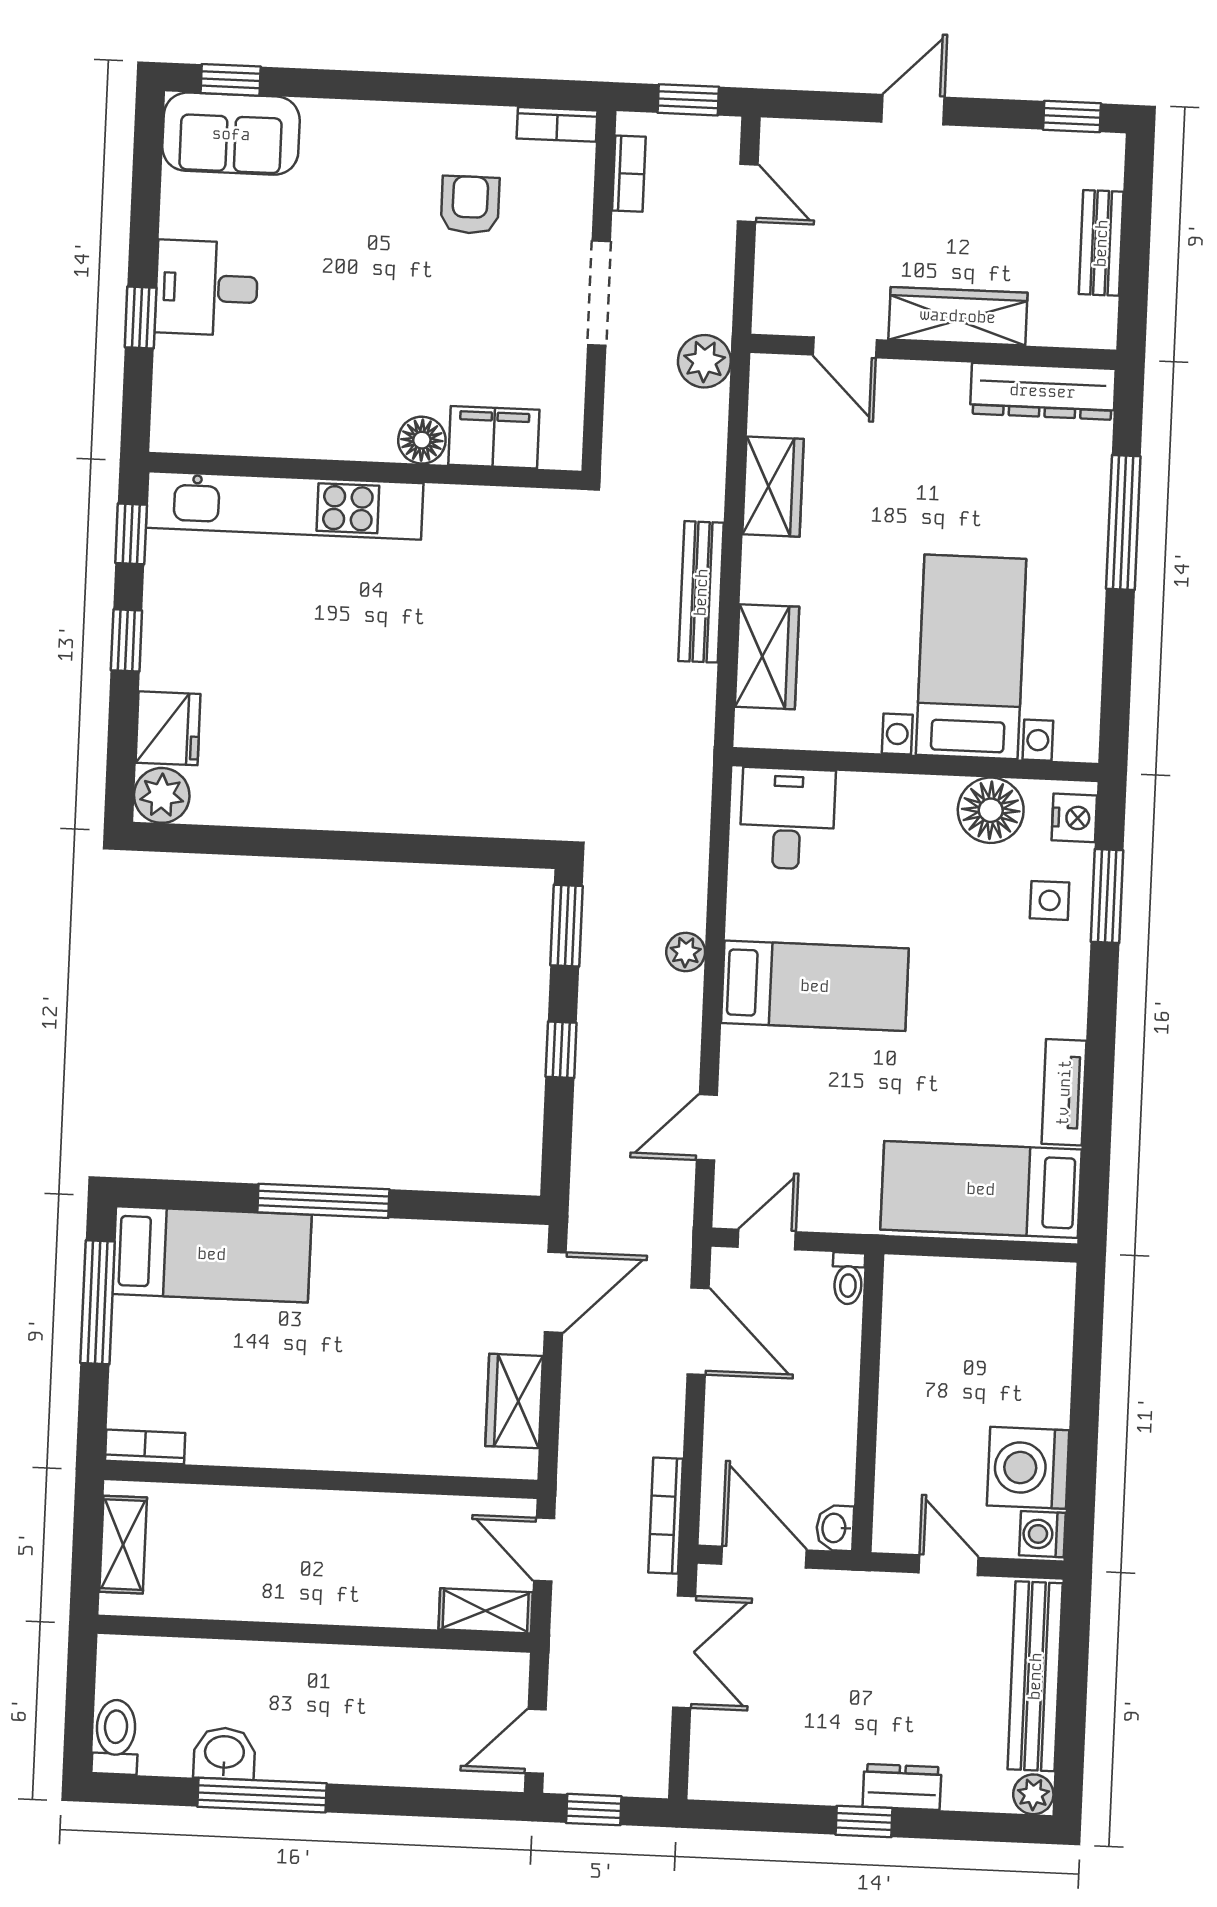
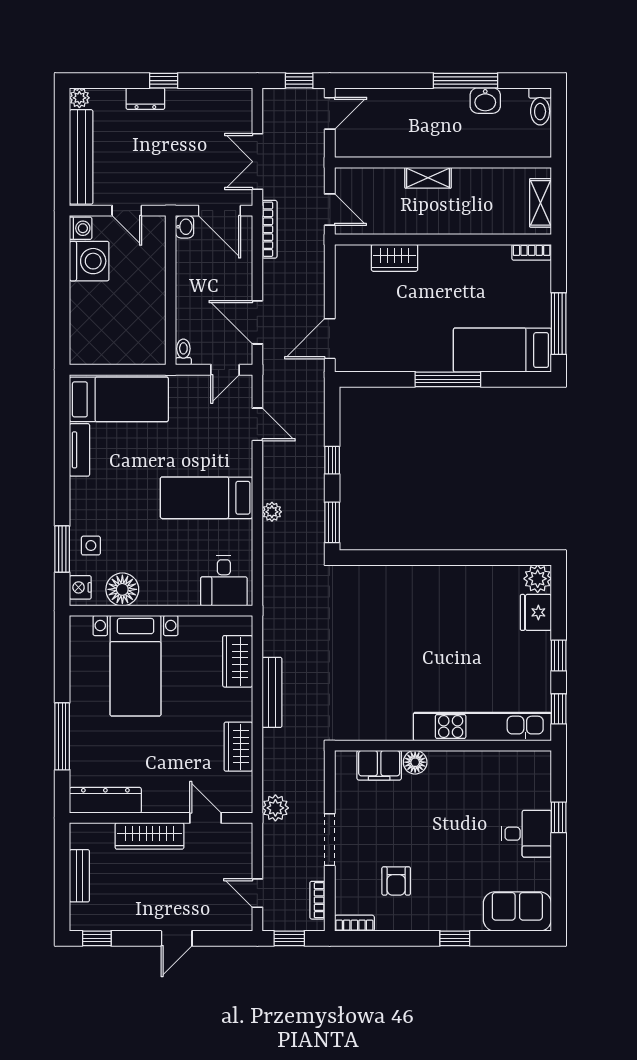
window: (231, 80) -> (455, 938), moved
door: (707, 1127) -> (257, 424), hinge flipped
wardrobe: (514, 1401) -> (395, 258), moved, turned 90
shelving: (486, 1611) -> (428, 178), moved

